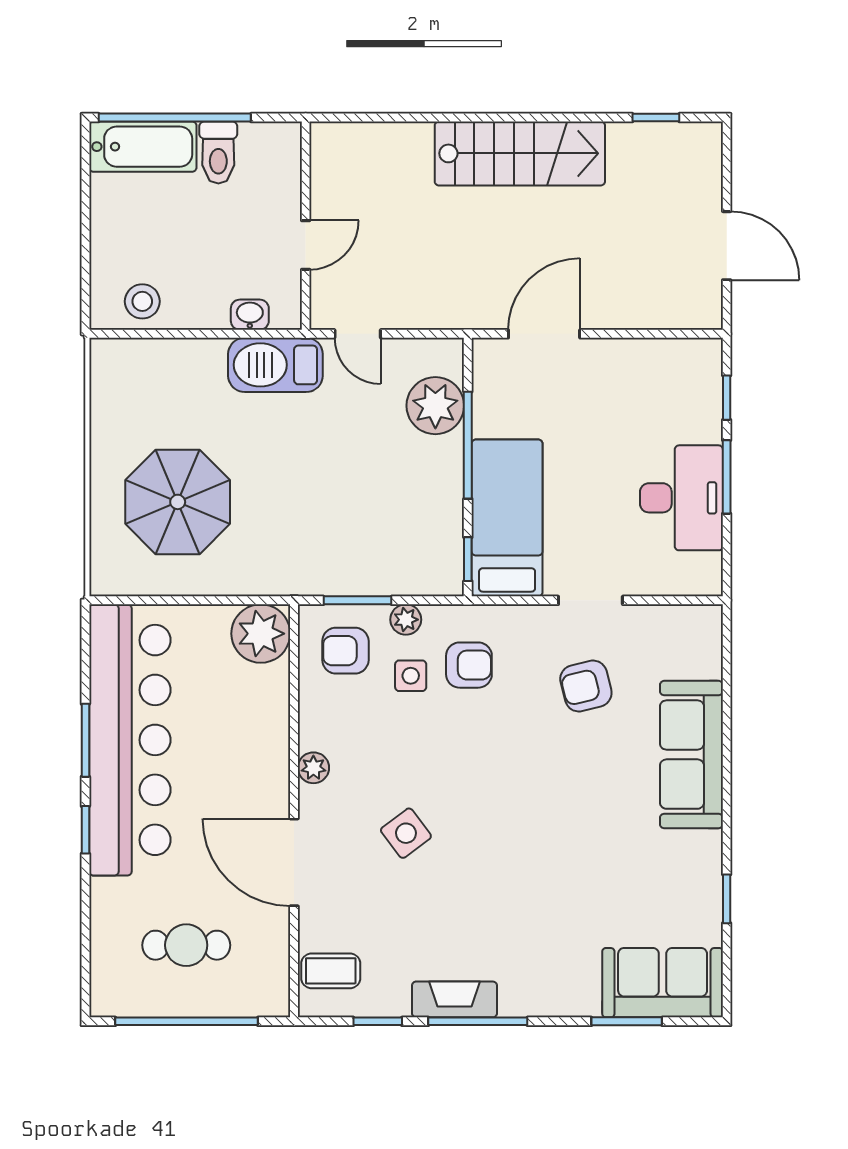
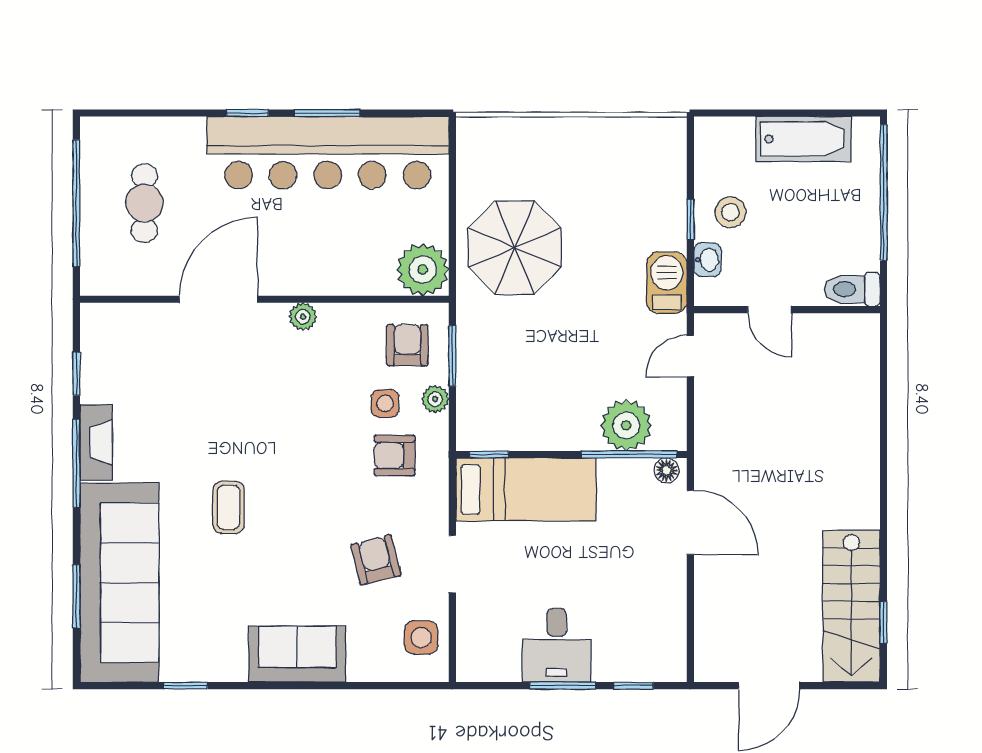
bathtub: (143, 147) -> (804, 139), moved, turned -90
toilet: (218, 153) -> (852, 289), moved
stairs: (520, 153) -> (851, 606), moved
stool: (142, 301) -> (730, 212), moved
window: (205, 334) -> (690, 219), added
floor lamp: (486, 361) -> (667, 470), added
barbecue: (275, 365) -> (667, 283), width x0.73, depth x0.83
window: (468, 445) -> (629, 454), moved
desk: (681, 498) -> (557, 645), width x0.73
parasol: (178, 502) -> (515, 248), moved
armchair: (469, 665) -> (395, 455), turned 90
sofa: (691, 755) -> (297, 654), width x0.73
side table: (406, 833) -> (421, 637), moved, turned 37
coffee table: (331, 971) -> (228, 507), moved
sofa: (663, 983) -> (119, 583), width x1.85, depth x1.27

